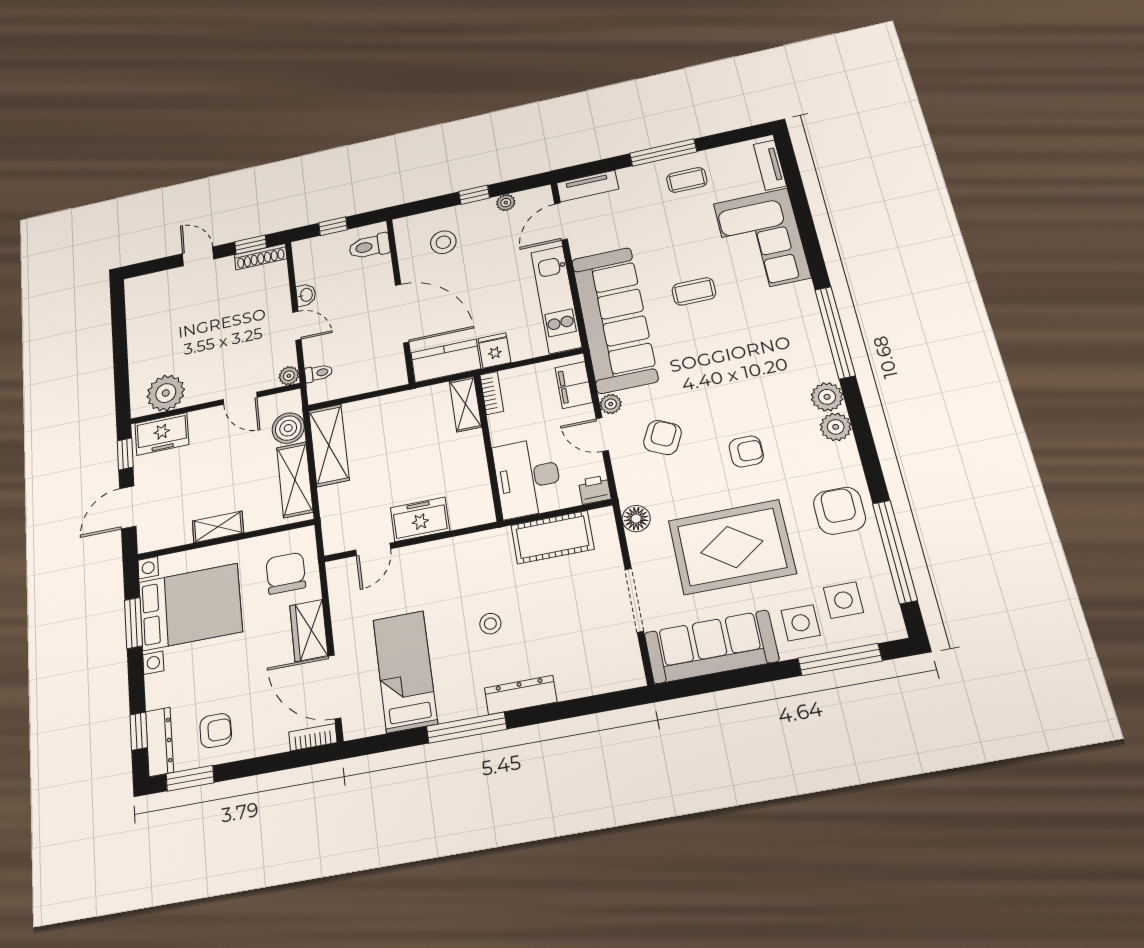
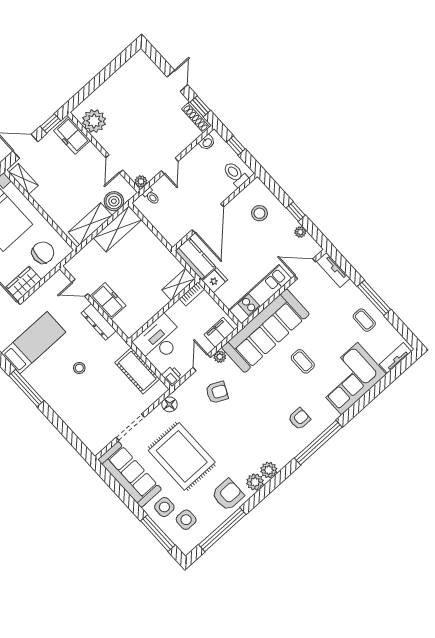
washbasin: (306, 295) -> (207, 142), moved
plant: (827, 397) -> (255, 482), moved
armchair: (746, 451) -> (299, 419), moved, turned -90
shelving: (218, 527) -> (24, 179), moved
dresser: (521, 695) -> (99, 322), moved, turned 180

